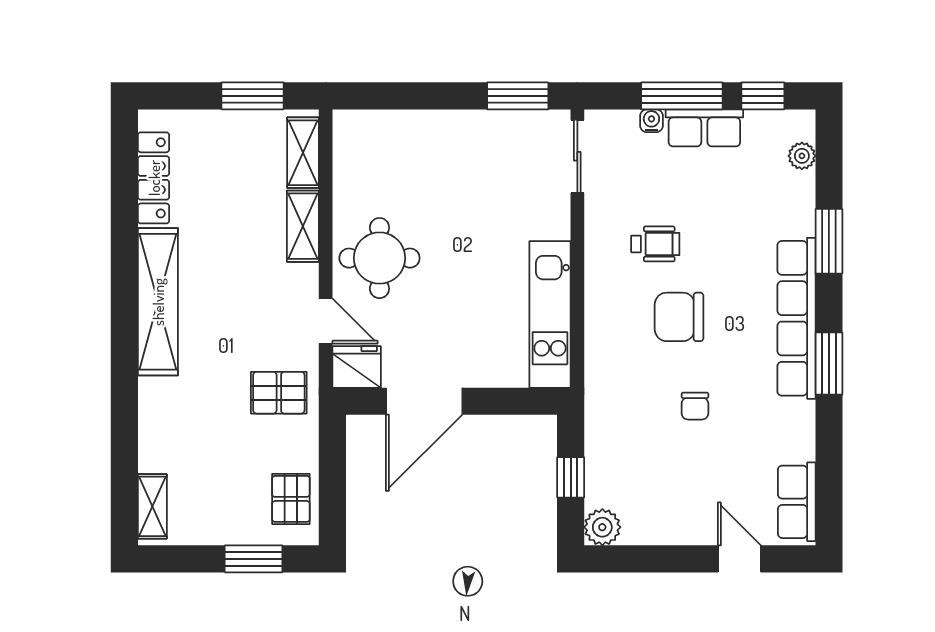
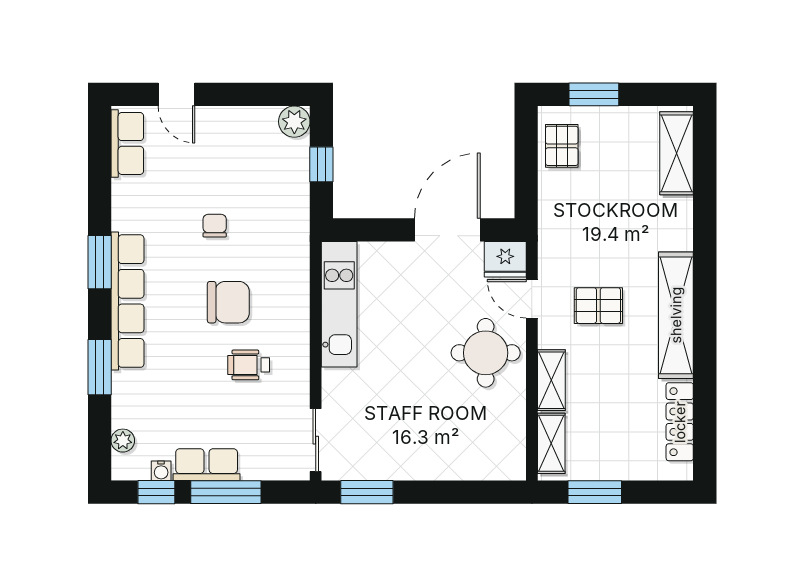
water cooler: (651, 121) -> (161, 471), moved
pallet: (279, 393) -> (598, 306), moved
shelving: (152, 506) -> (677, 153), width x1.50, depth x1.33

